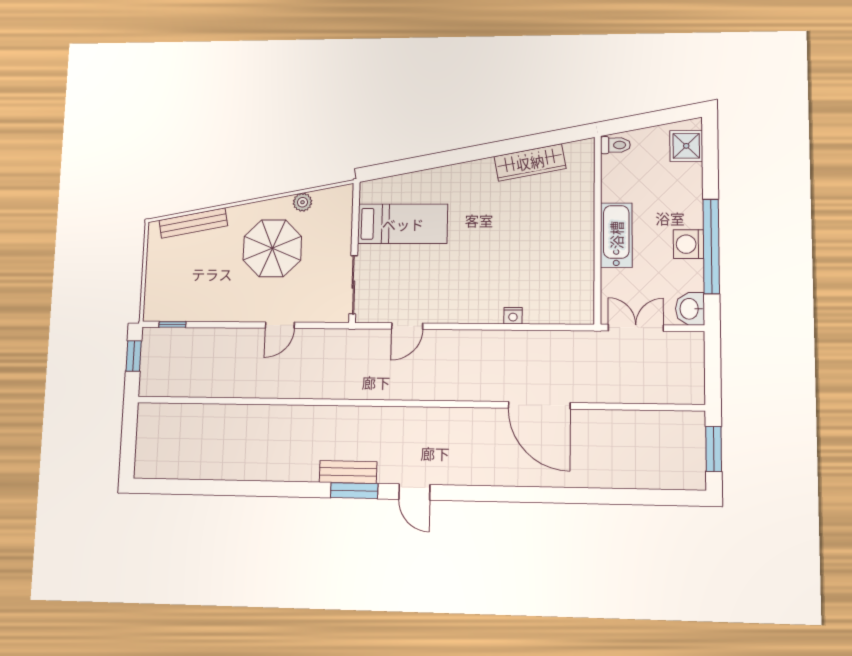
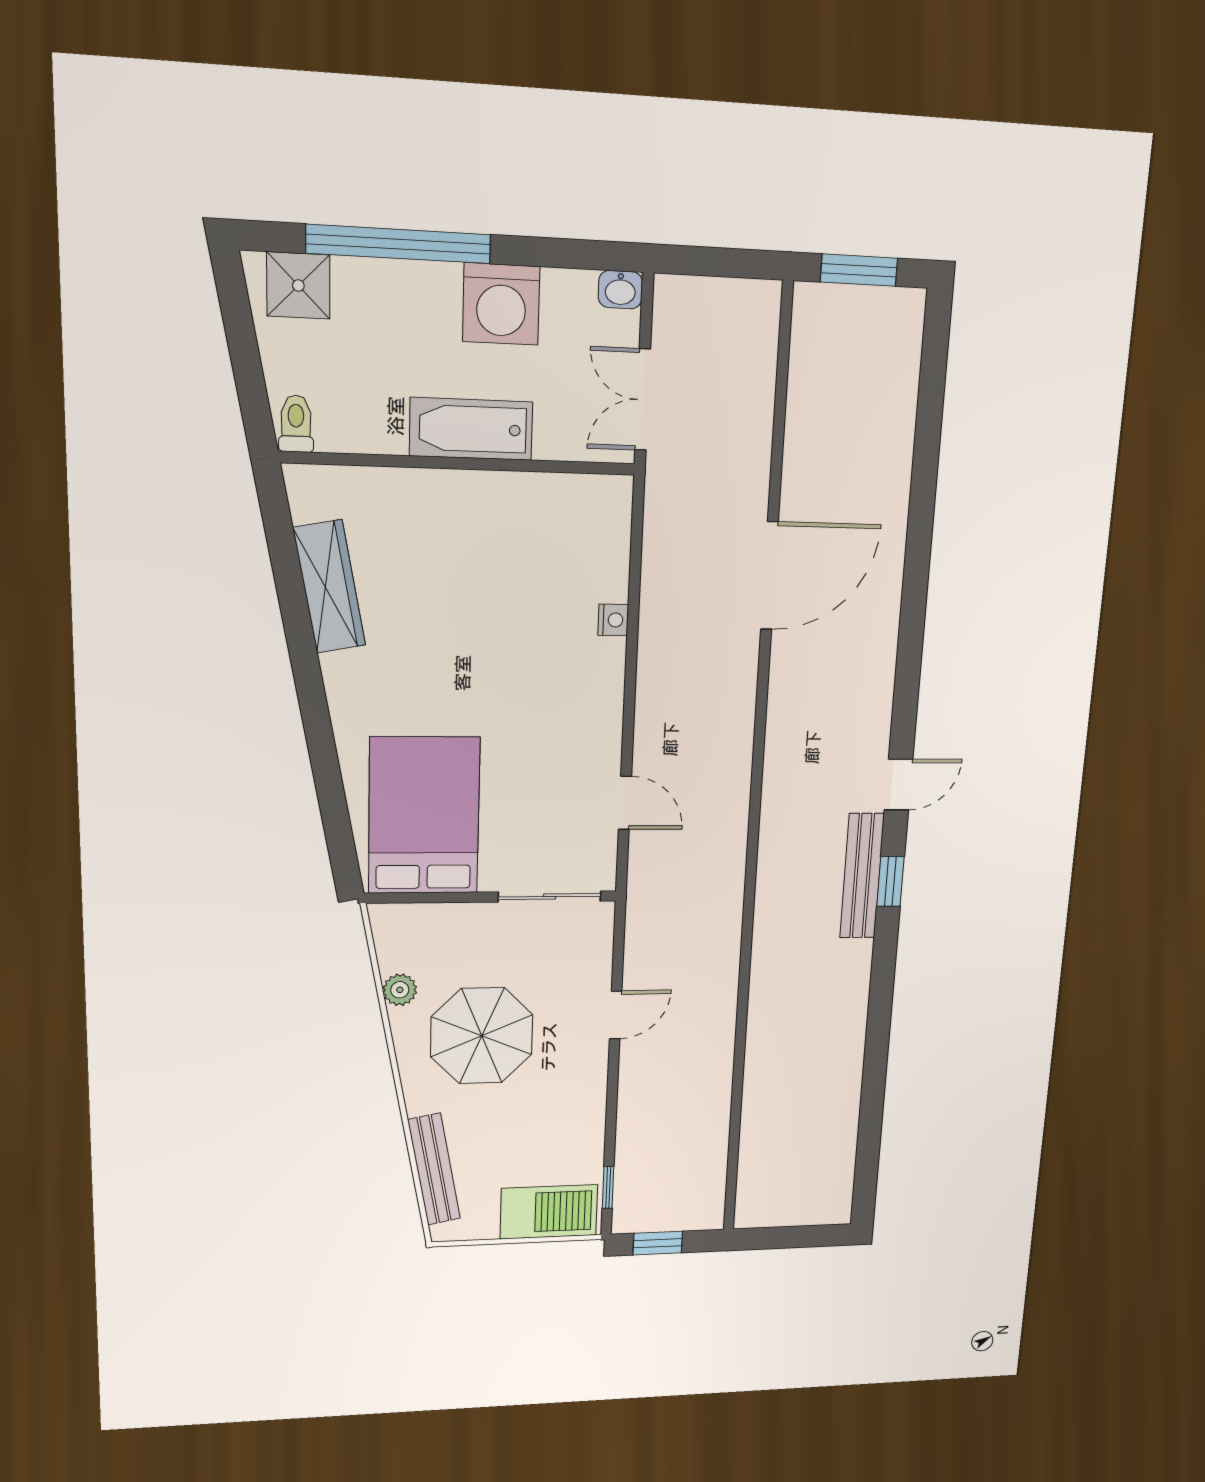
bed: (403, 224) -> (424, 816), width x1.50
washing machine: (689, 244) -> (501, 304), width x1.37, depth x1.37
window: (711, 246) -> (399, 244), moved
barbecue: (160, 290) -> (549, 1212), added
washbasin: (690, 309) -> (620, 290), width x0.72, depth x0.69
door: (280, 325) -> (616, 1015), hinge flipped
bench: (348, 472) -> (862, 876), width x1.36
window: (354, 491) -> (890, 881), width x0.67

